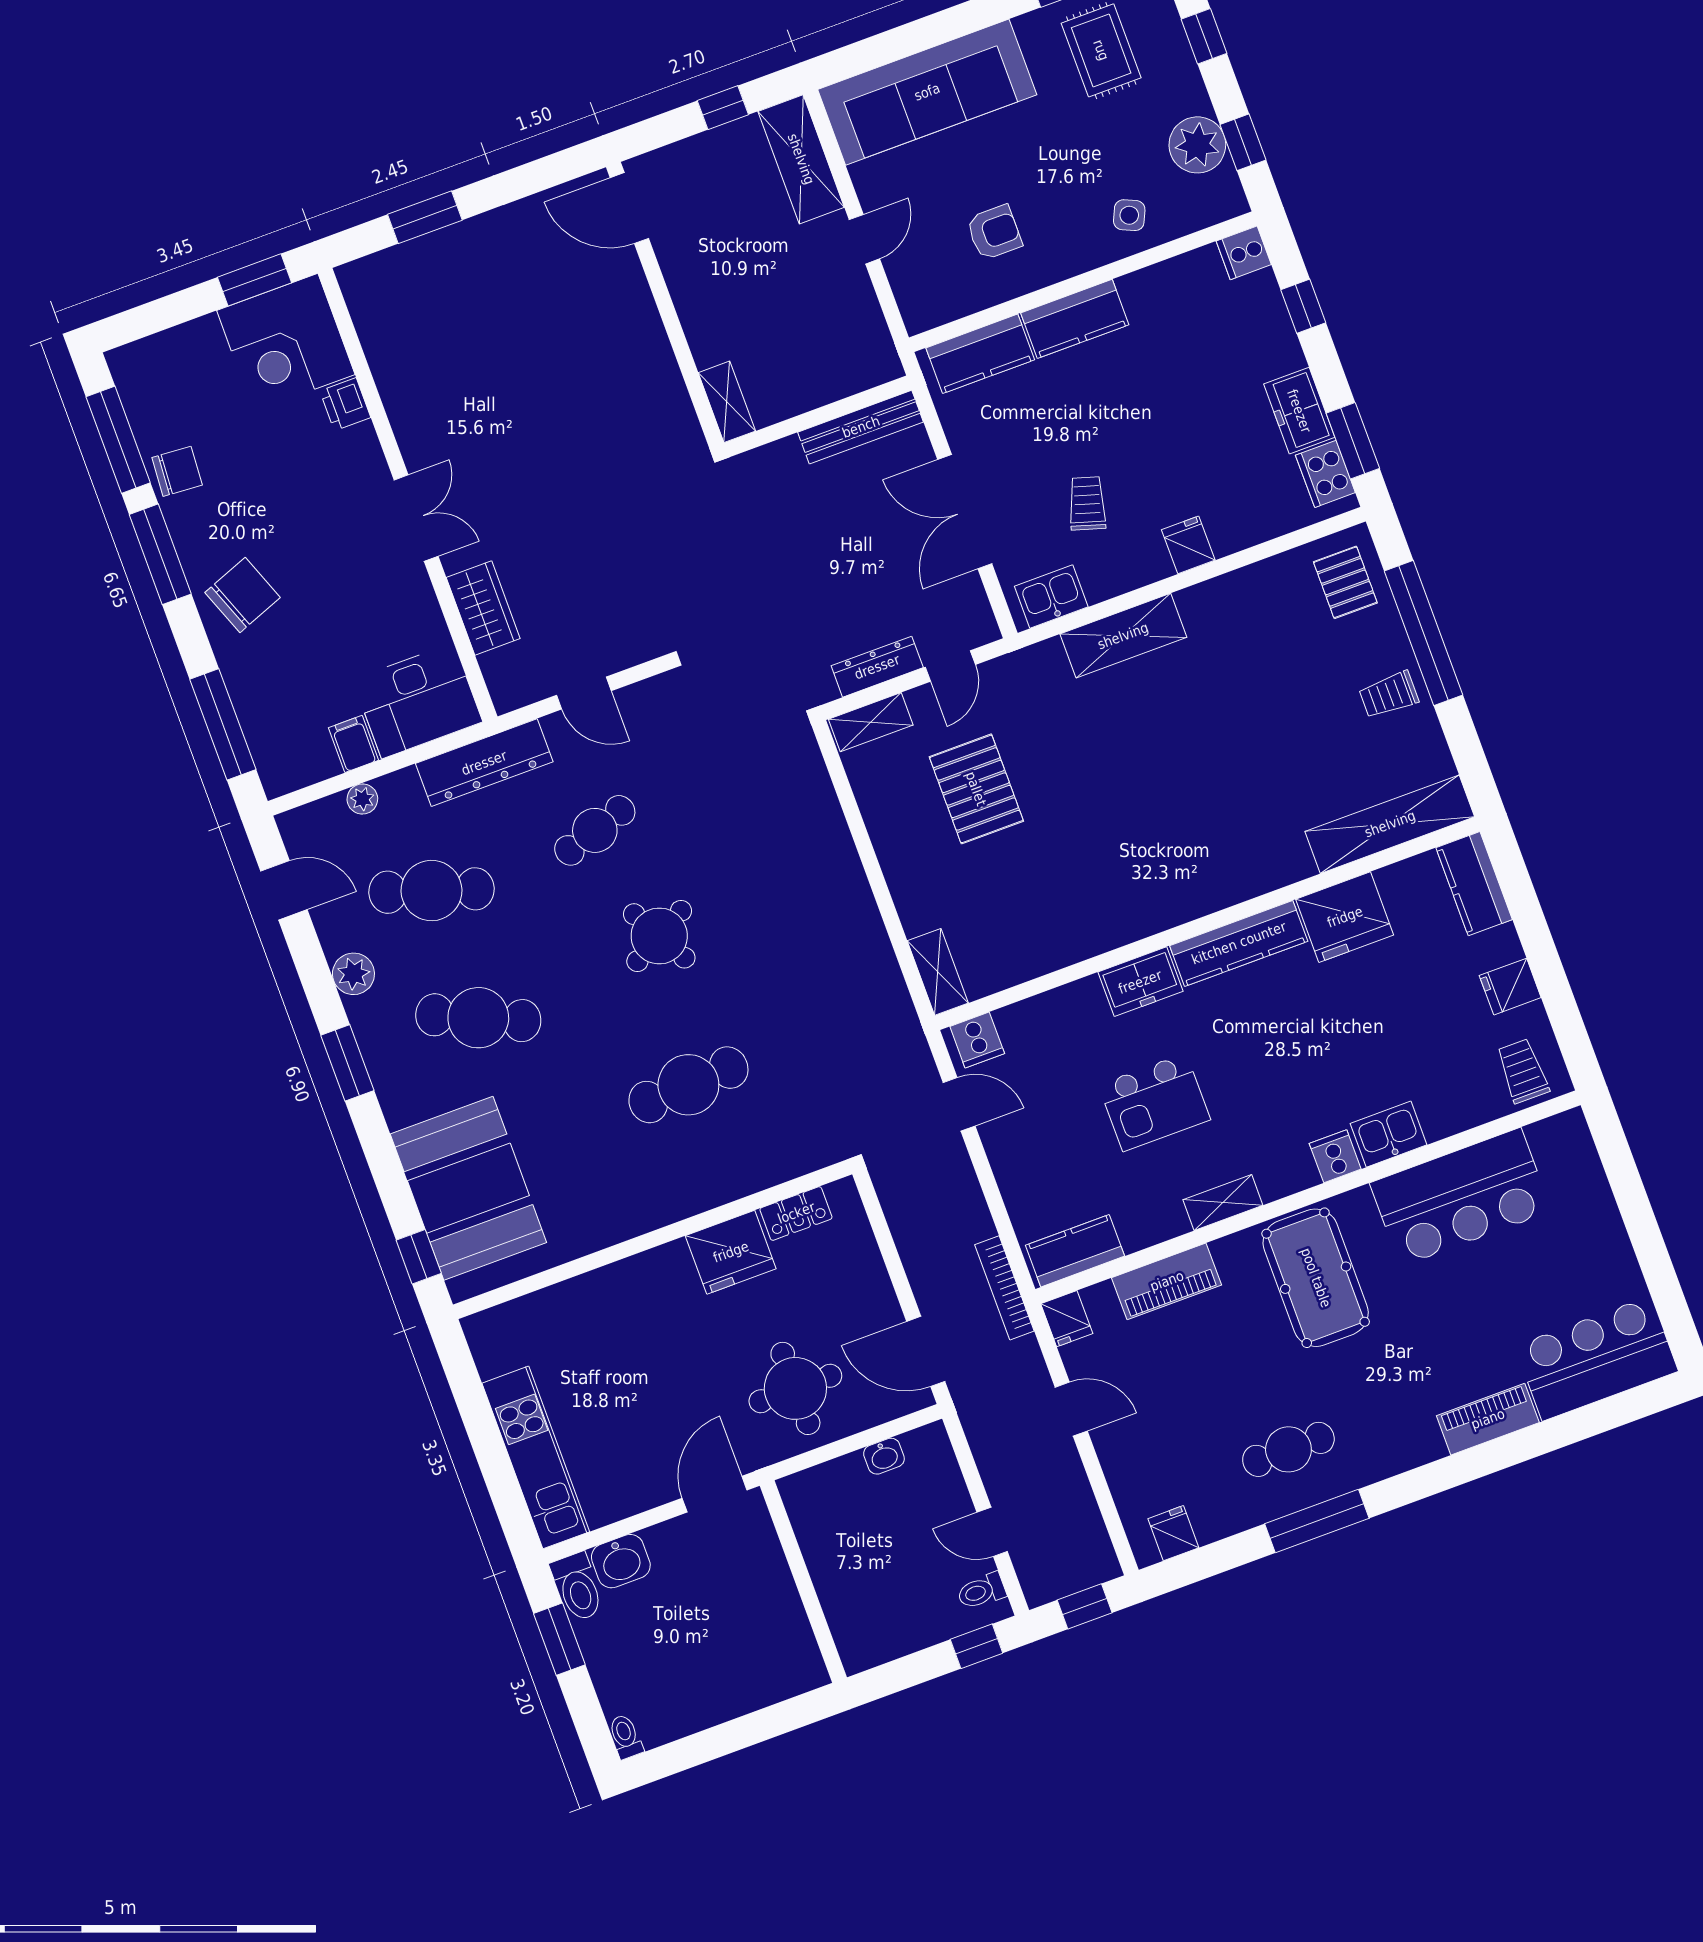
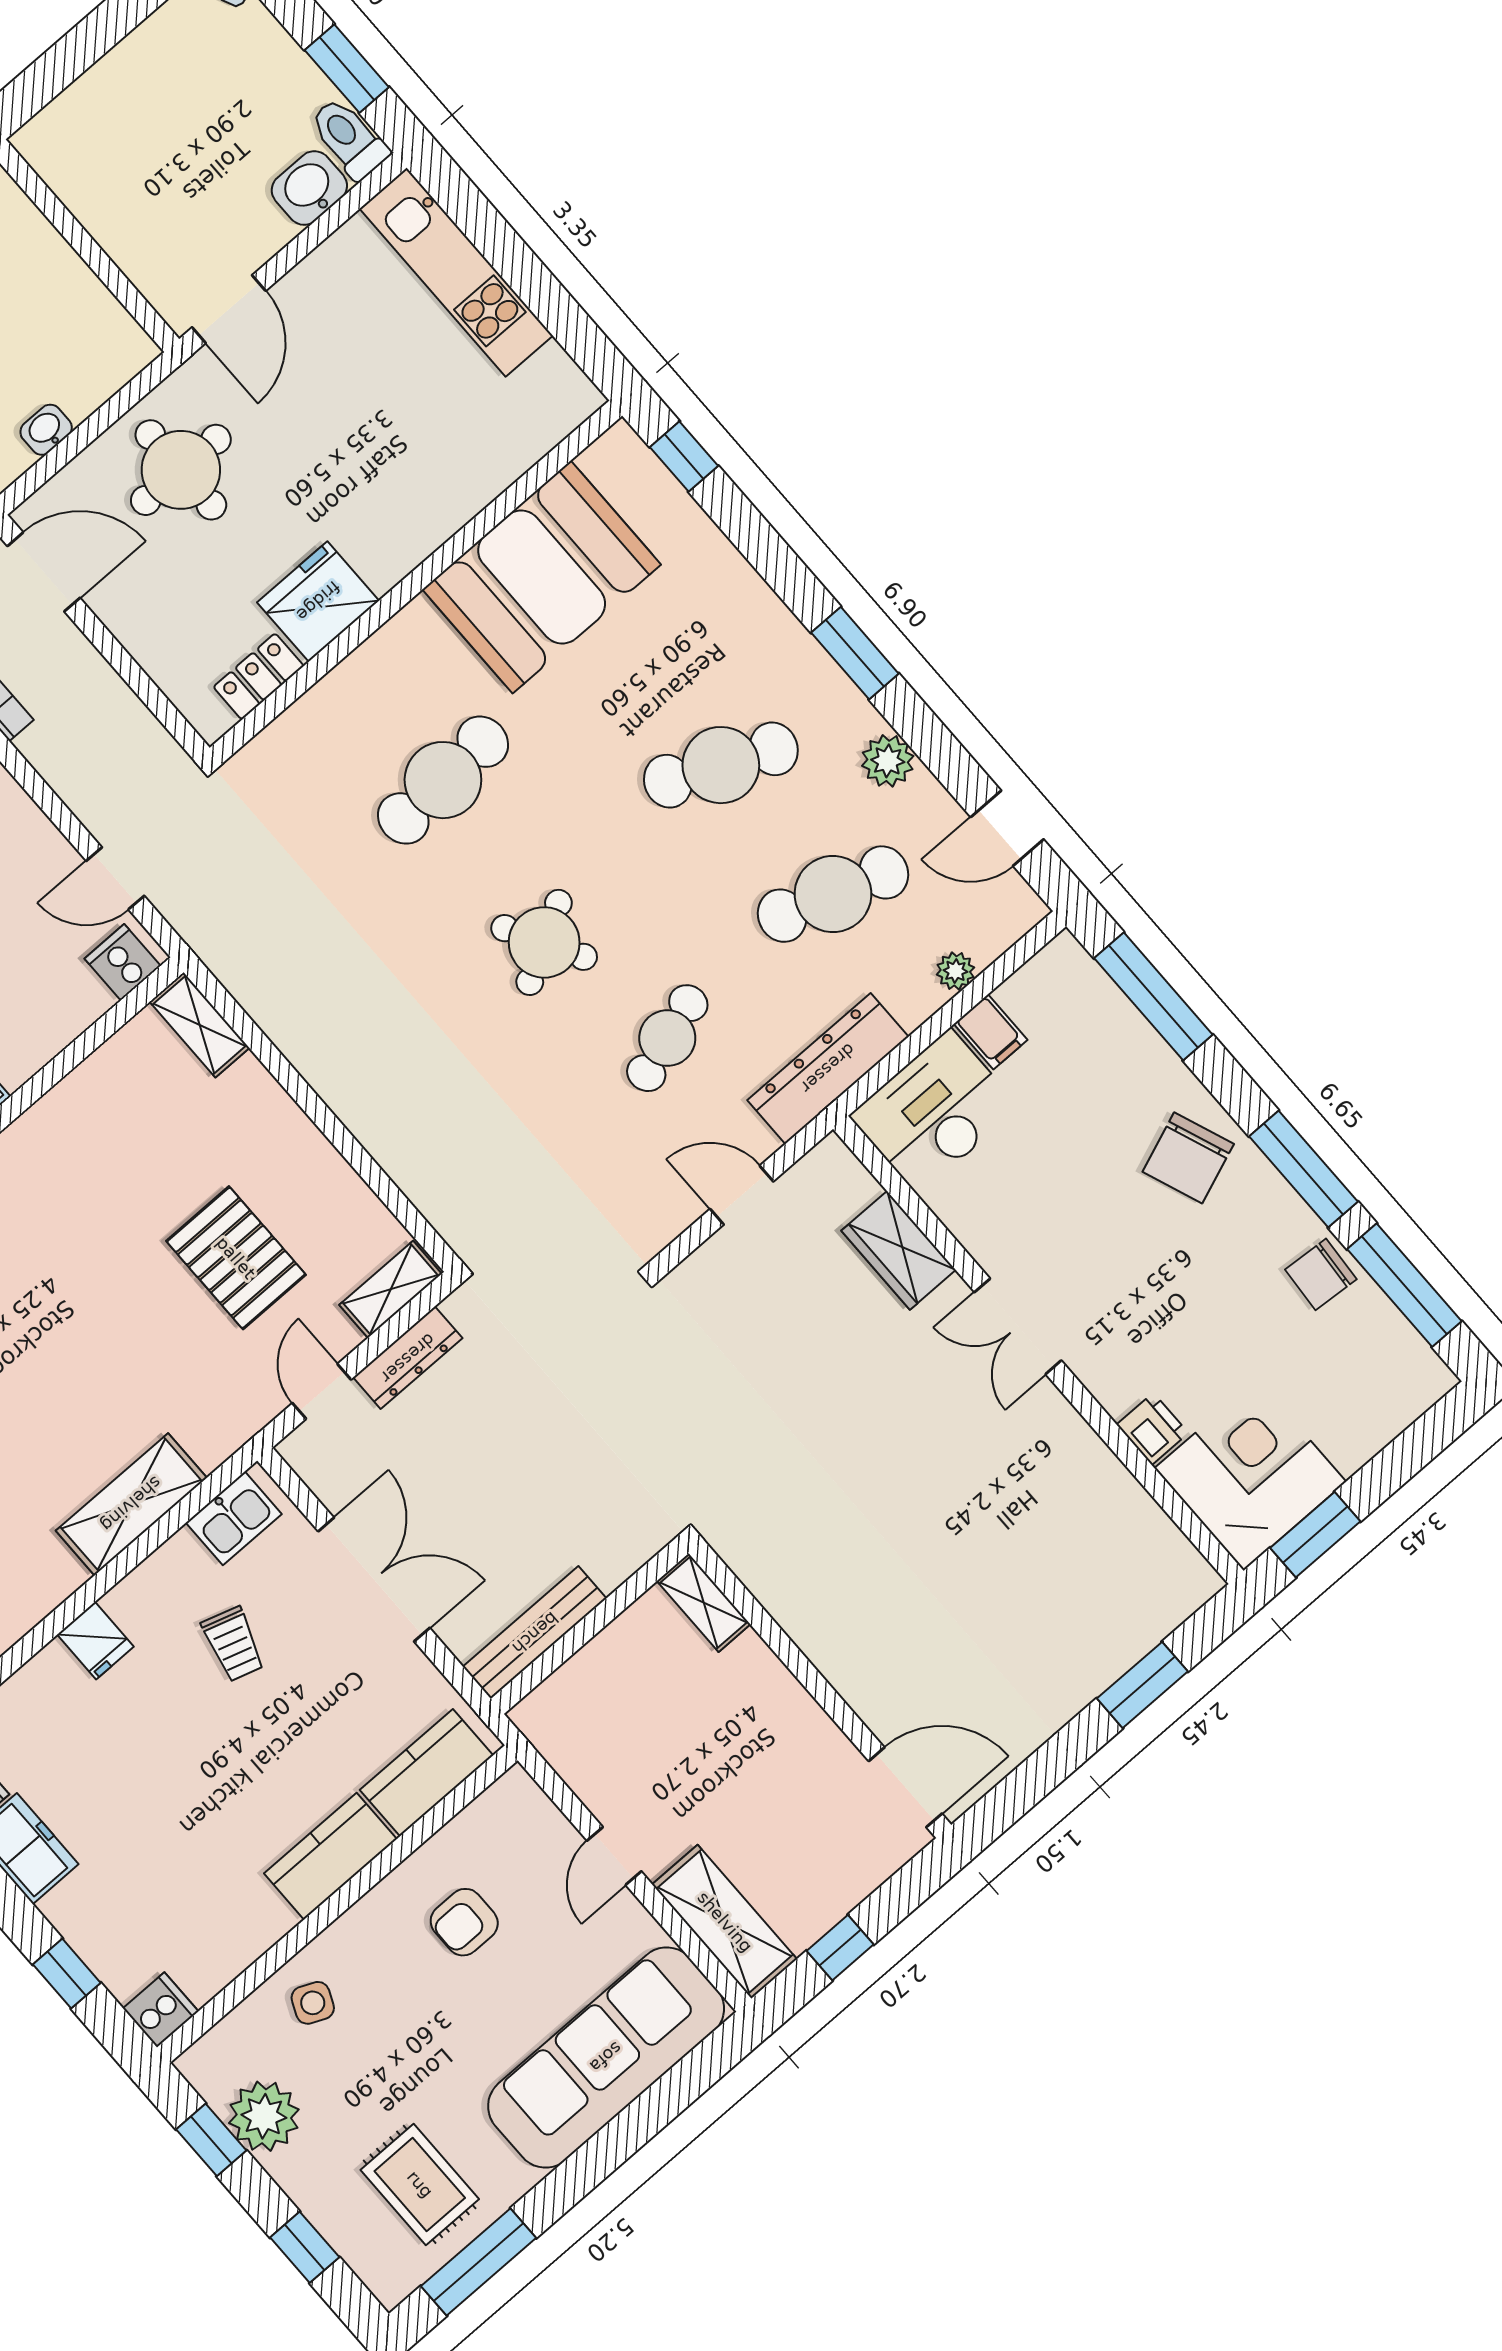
booth: (468, 1188) -> (542, 577), moved, turned 90

